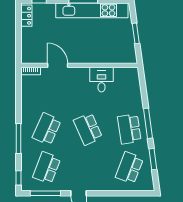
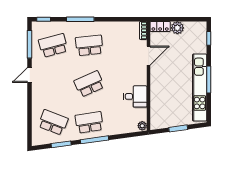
locker: (26, 16) -> (160, 26), moved
plant: (28, 34) -> (177, 28), added
plant: (133, 72) -> (142, 126), added
school desk: (47, 129) -> (89, 45), turned -30
school desk: (47, 168) -> (53, 45), turned -36

